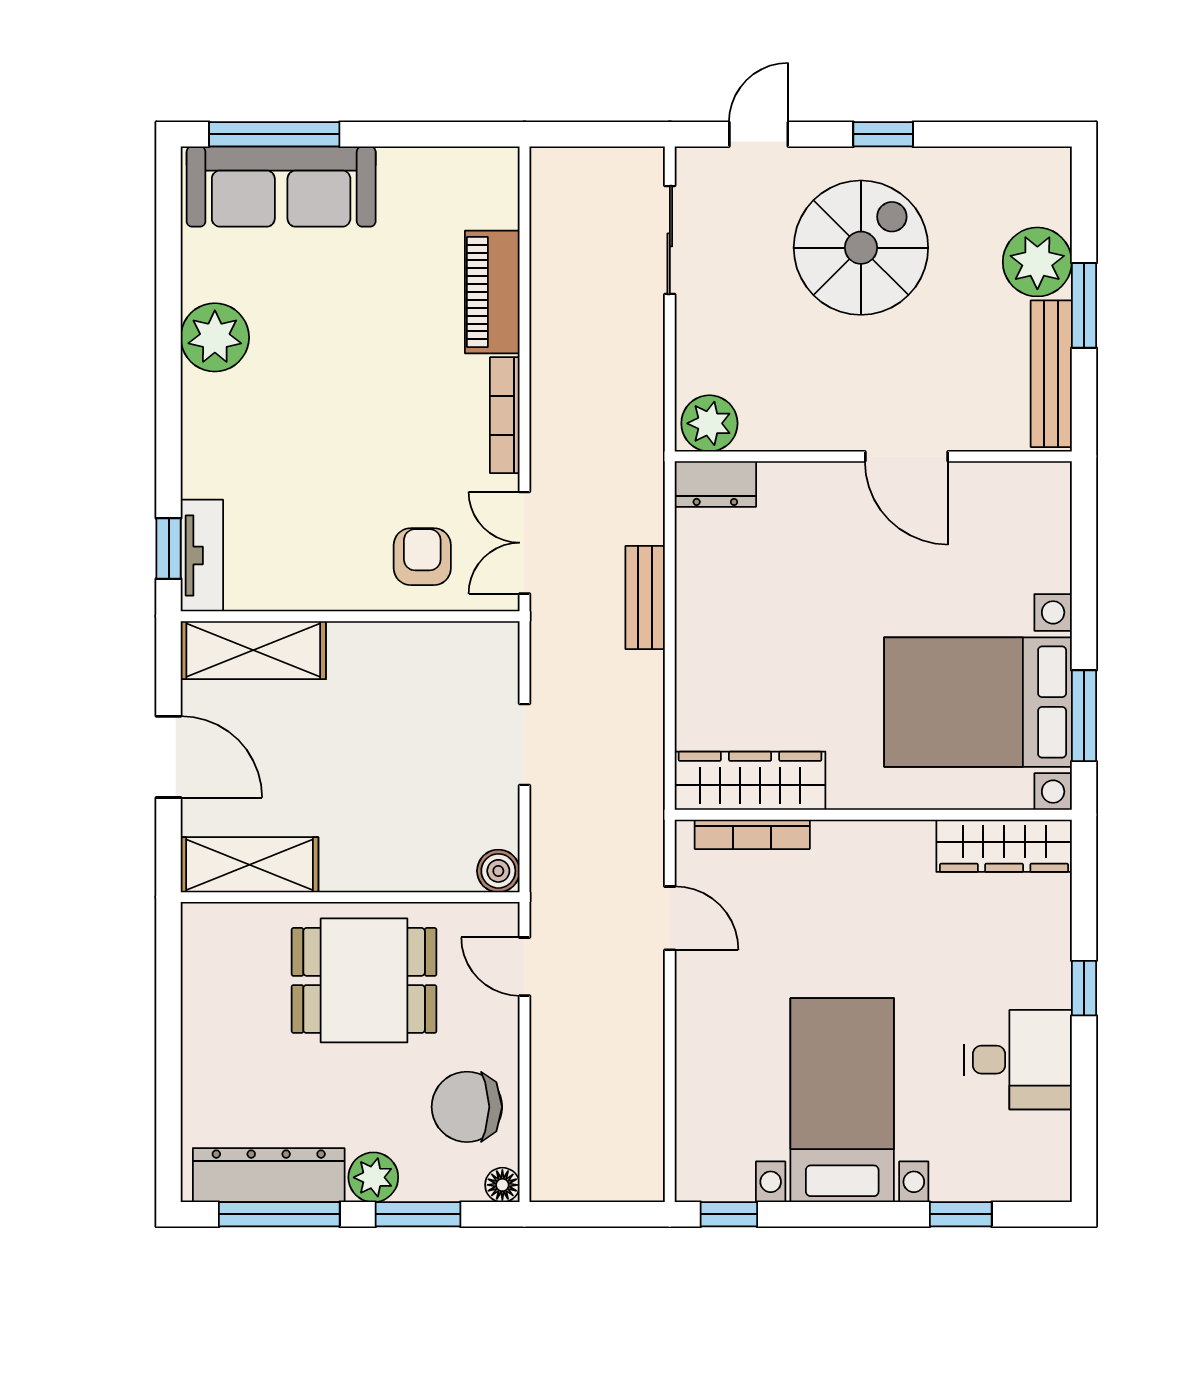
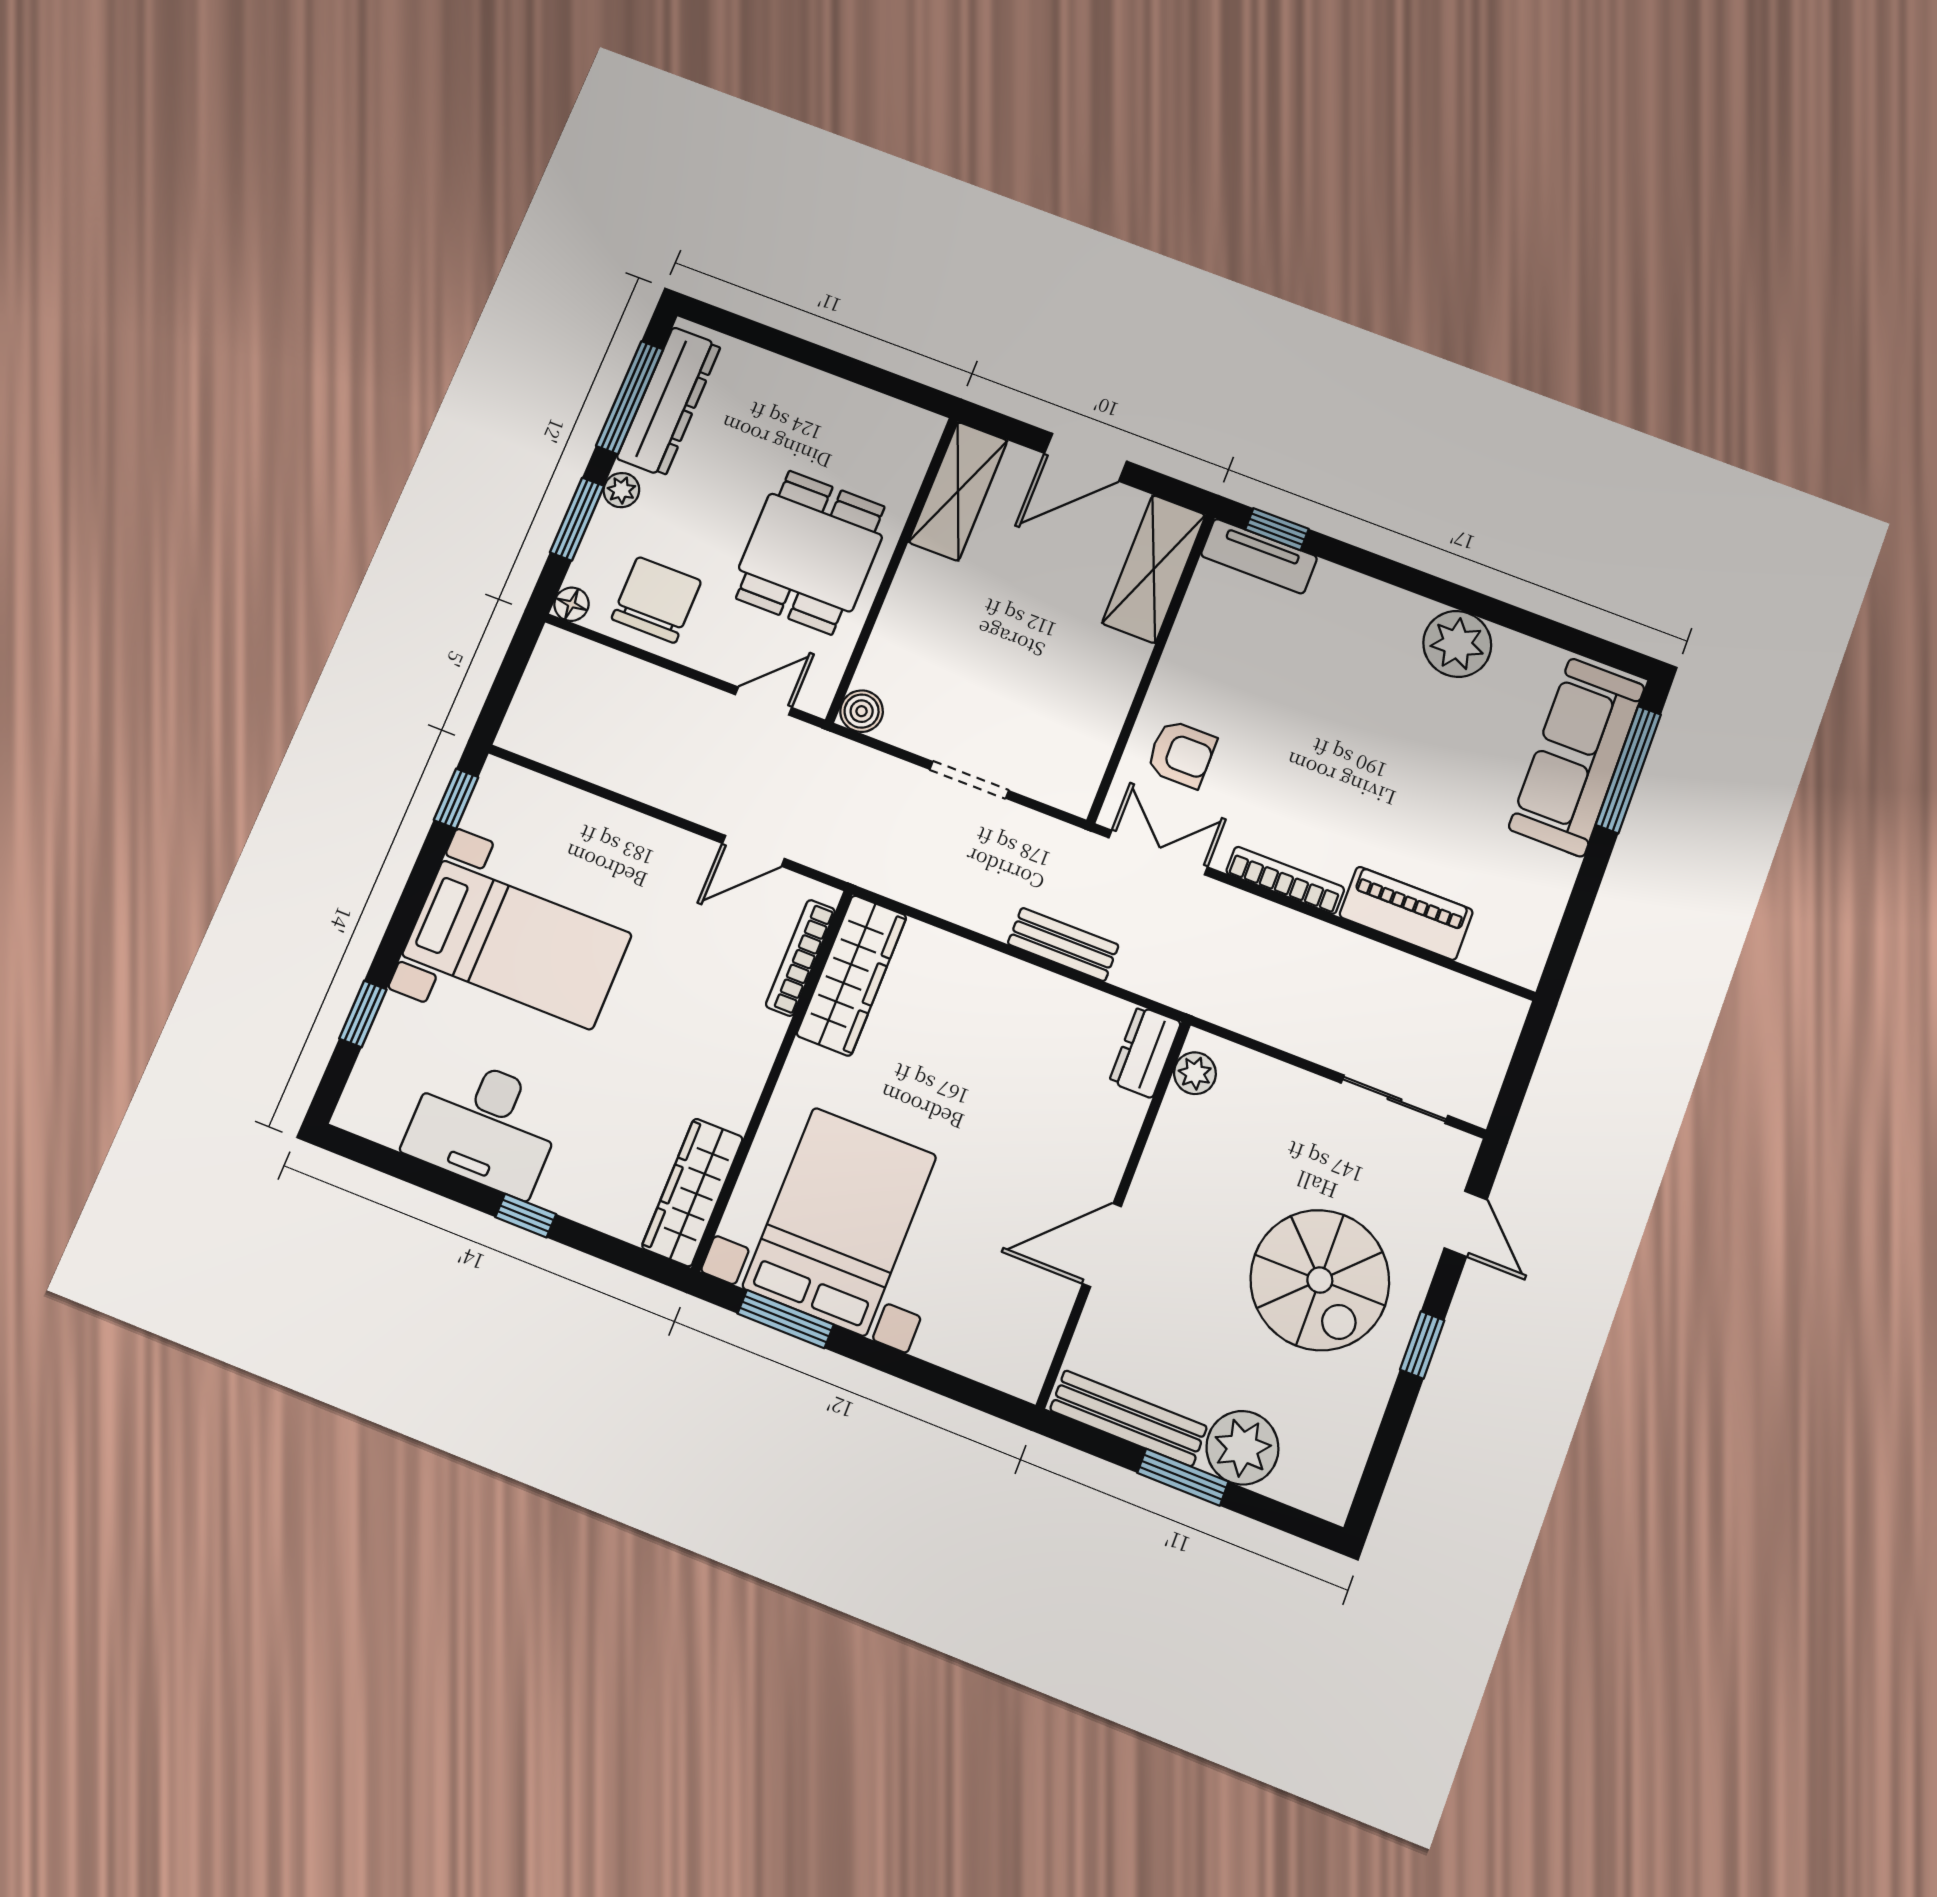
plant: (709, 423) -> (1195, 1073), width x0.73, depth x0.73
desk: (1018, 1060) -> (485, 1126), width x1.37
plant: (373, 1177) -> (621, 490), width x0.73, depth x0.73

